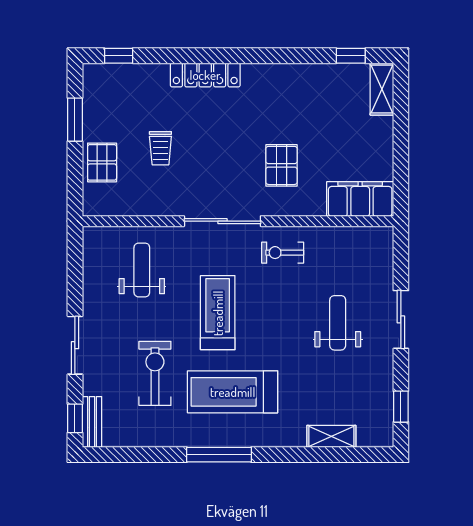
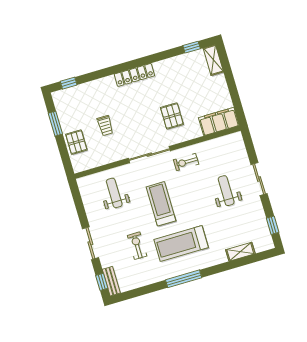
locker: (205, 75) -> (134, 75), moved
exercise bike: (155, 373) -> (137, 246), width x0.73, depth x0.72

